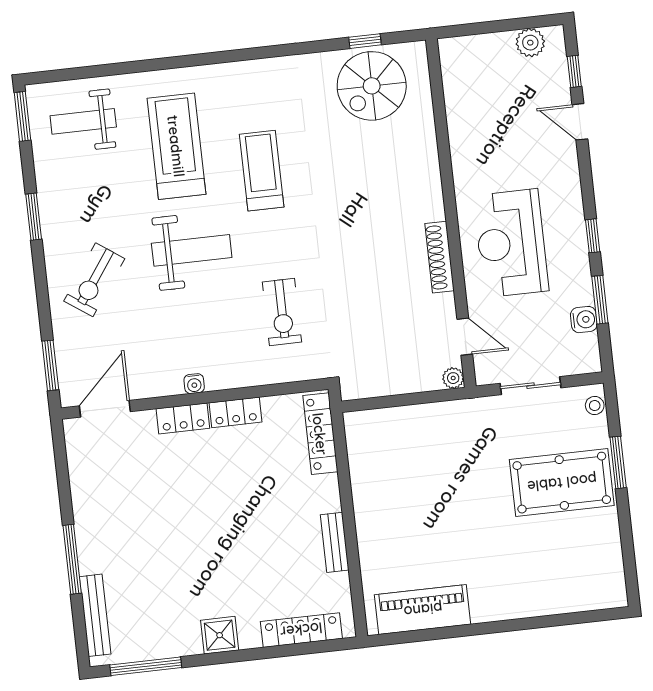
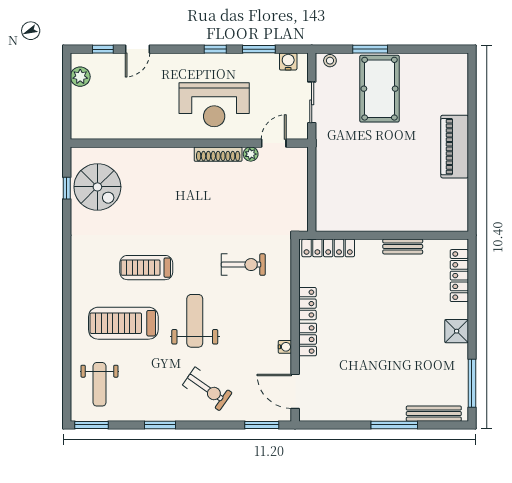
water cooler: (584, 320) -> (288, 61), moved
plant: (453, 378) -> (251, 154), moved
water cooler: (194, 384) -> (285, 347), moved
piano: (423, 610) -> (455, 147), moved

